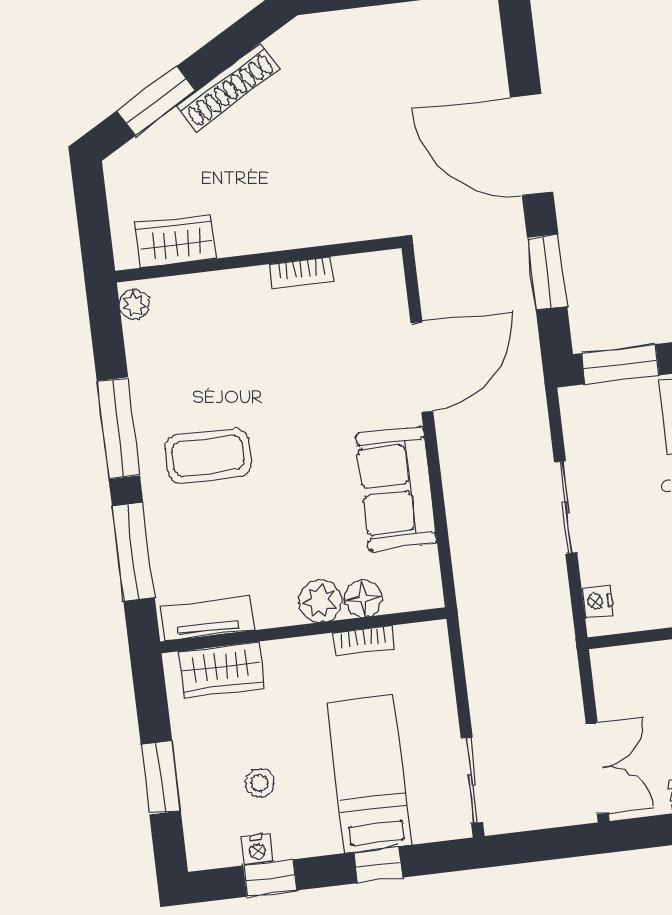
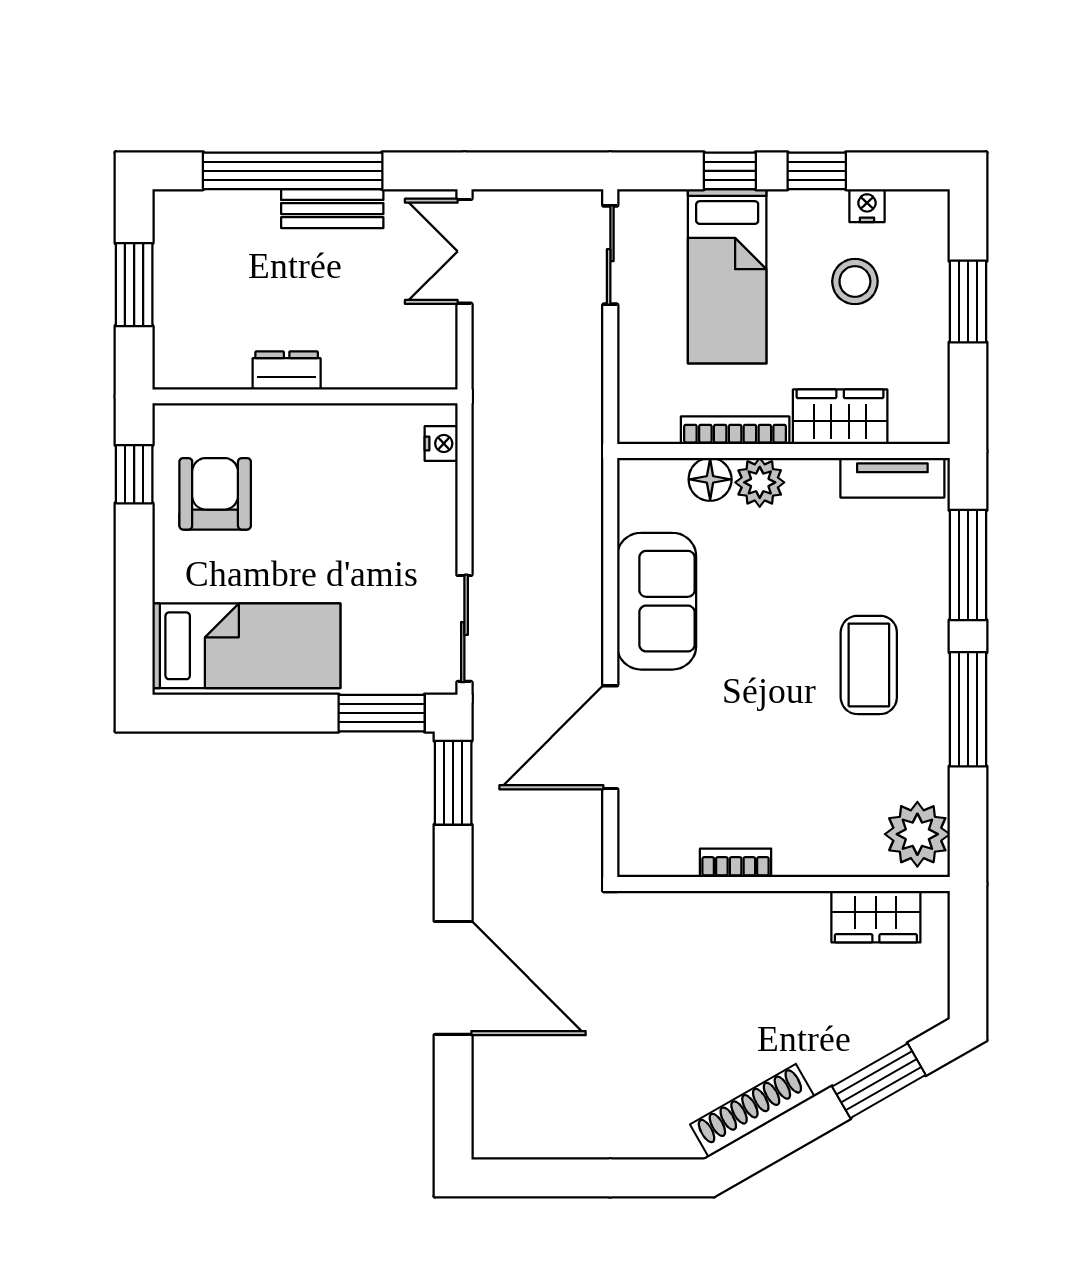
shoe rack: (228, 87) -> (752, 1110), moved
window: (547, 272) -> (453, 783), moved
plant: (134, 305) -> (917, 834), width x1.88, depth x1.88
coffee table: (208, 456) -> (869, 665), turned 90
sliding door: (566, 507) -> (464, 628), moved
bookcase: (364, 641) -> (735, 430), width x1.56
wardrobe: (221, 670) -> (840, 417), moved
stool: (260, 783) -> (855, 281), width x1.37, depth x1.37
window: (270, 878) -> (817, 171), moved

